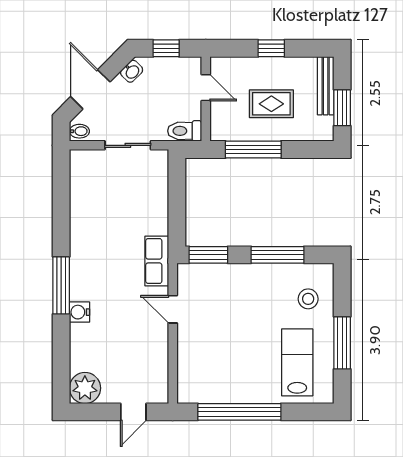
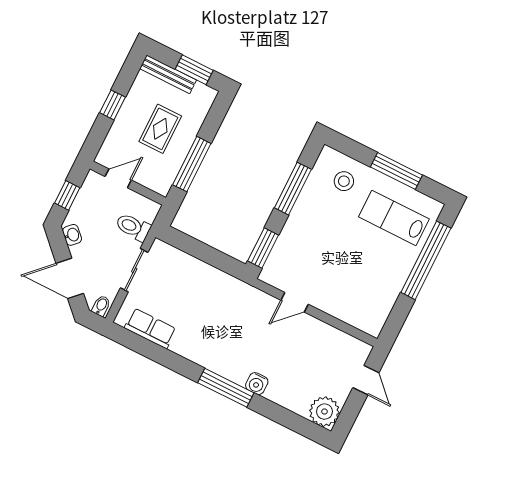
toilet: (185, 131) -> (133, 227), moved, turned 90
row of seats: (157, 261) -> (150, 328), moved, turned 180
window: (239, 412) -> (426, 260), moved

